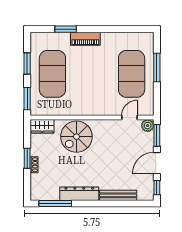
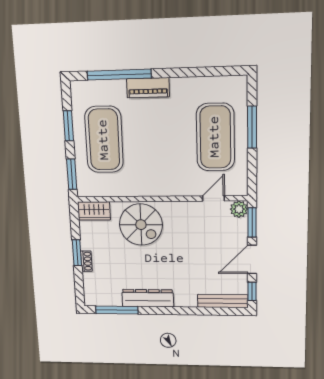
window: (66, 29) -> (119, 75), width x2.11
spiral stairs: (76, 137) -> (141, 225), turned -90
bench: (118, 195) -> (223, 301), moved

